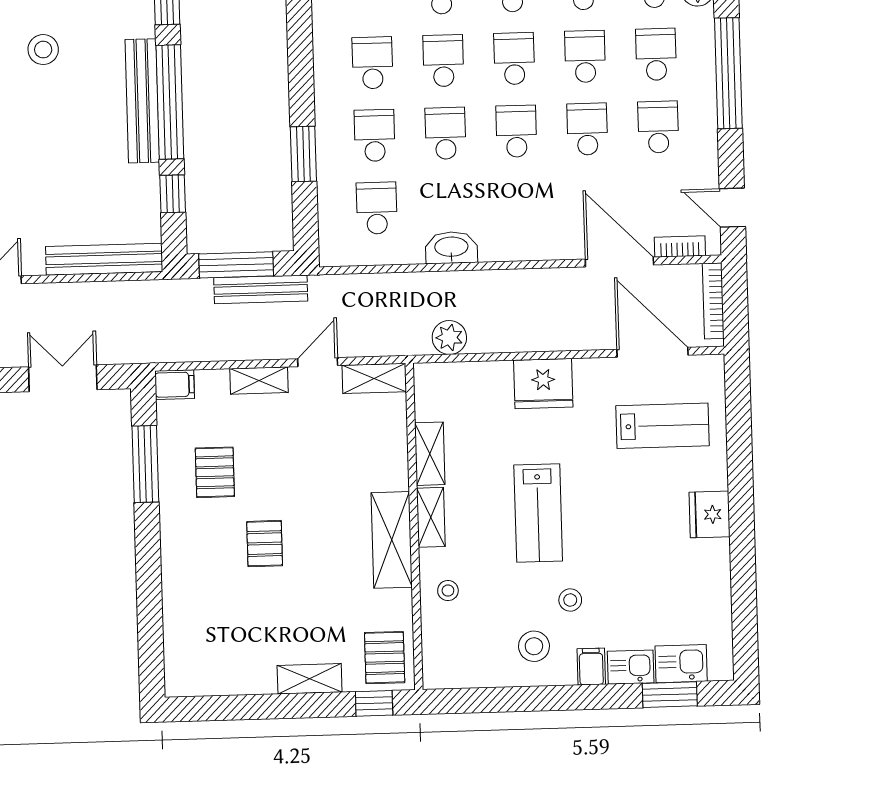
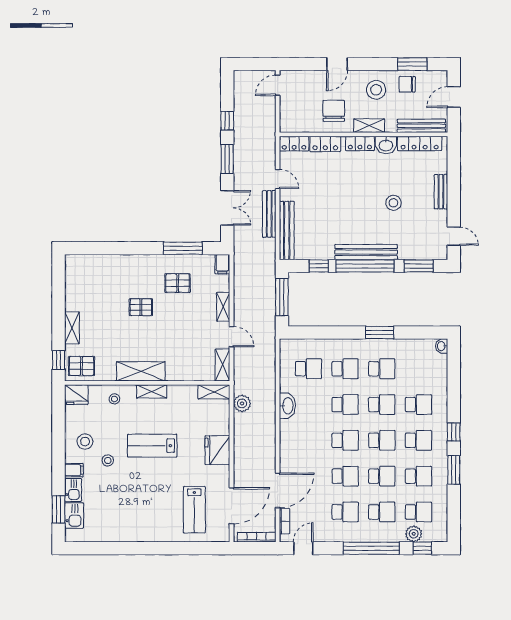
window: (303, 154) -> (380, 333), moved
bench: (261, 289) -> (269, 214), moved
shelving: (430, 454) -> (214, 392), moved
fridge: (710, 514) -> (76, 395), moved, turned 180

